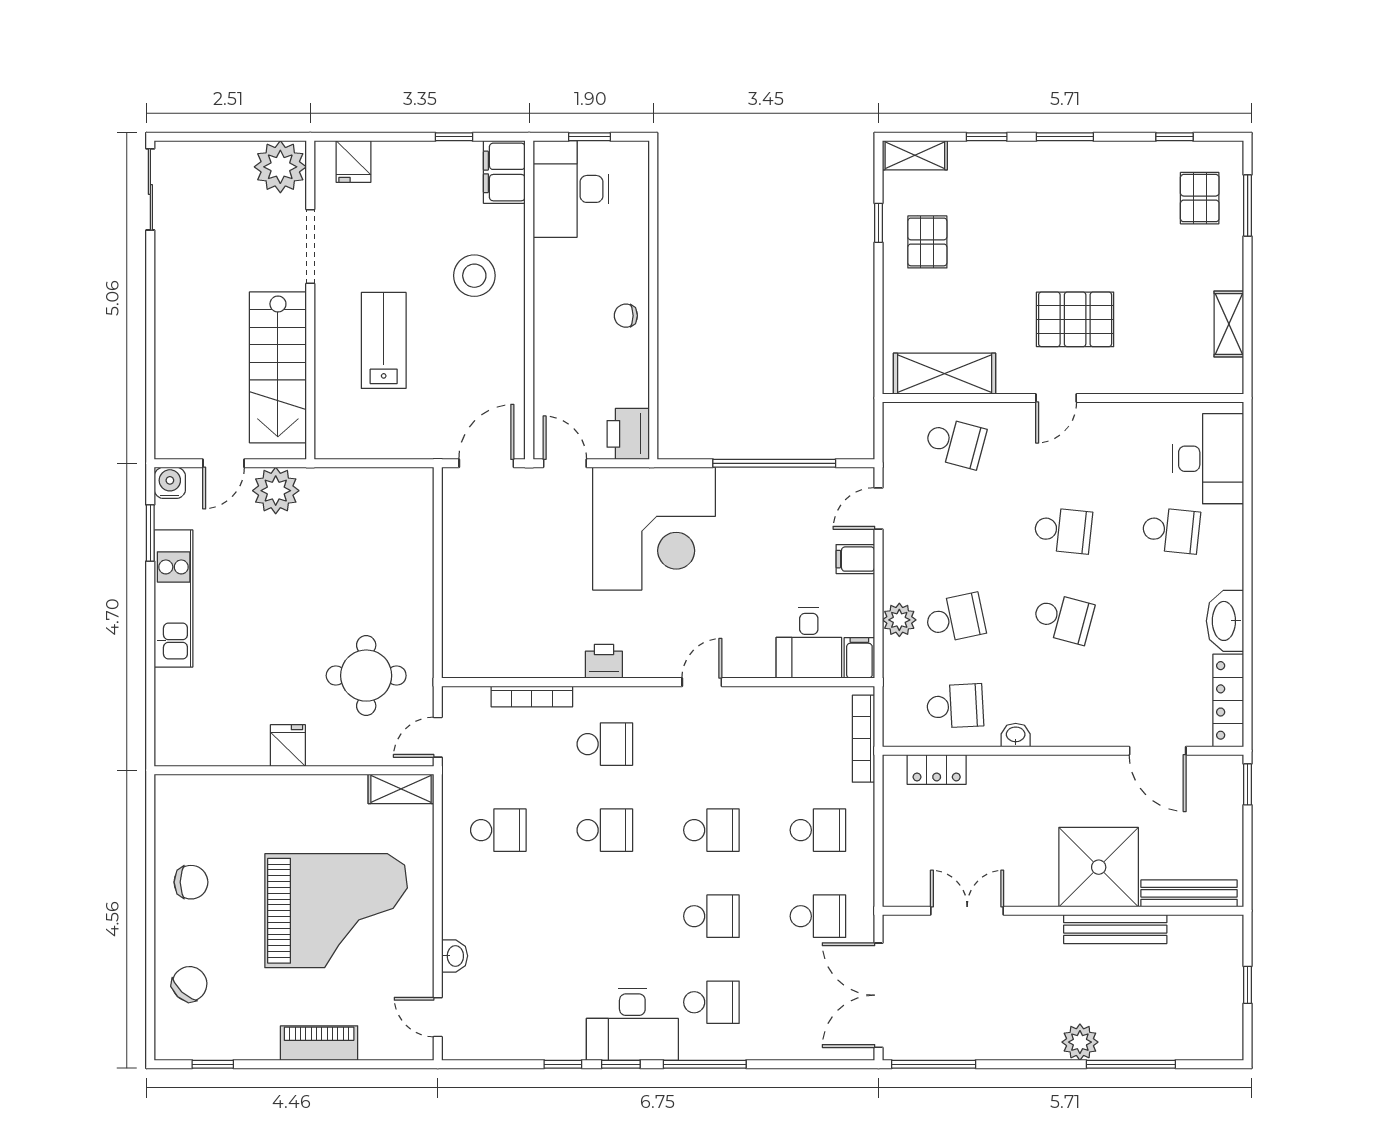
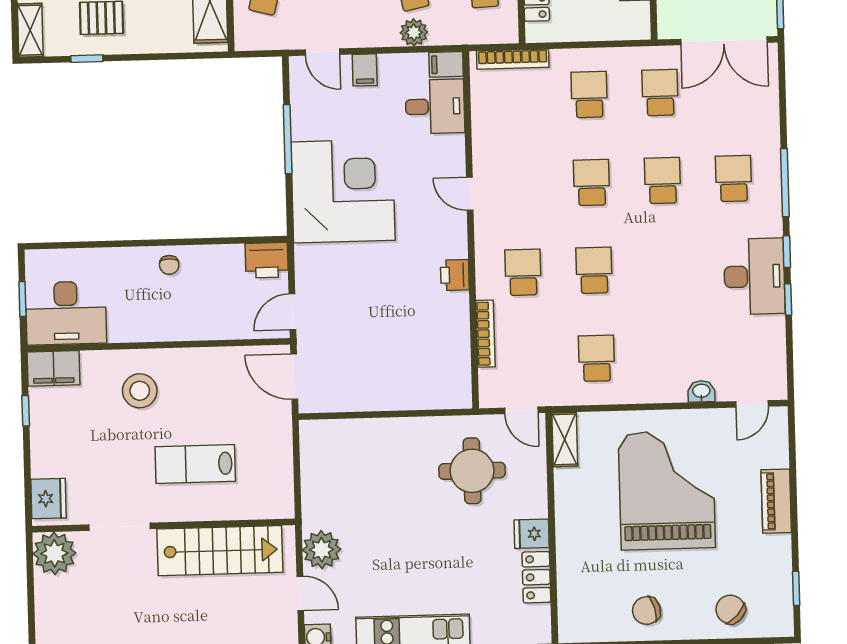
fridge: (354, 161) -> (48, 499), width x1.38
window: (774, 463) -> (288, 139), width x0.68
corner desk: (654, 529) -> (343, 191), moved
locker: (235, 750) -> (536, 577), added
chair: (191, 882) -> (646, 611), turned -106
desk: (632, 1024) -> (754, 276), moved

